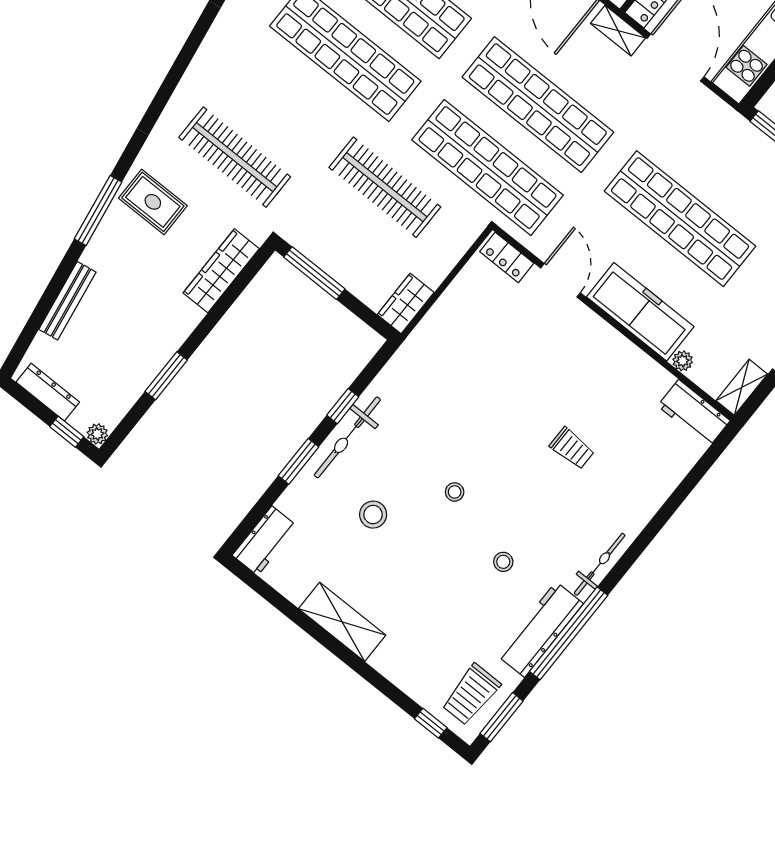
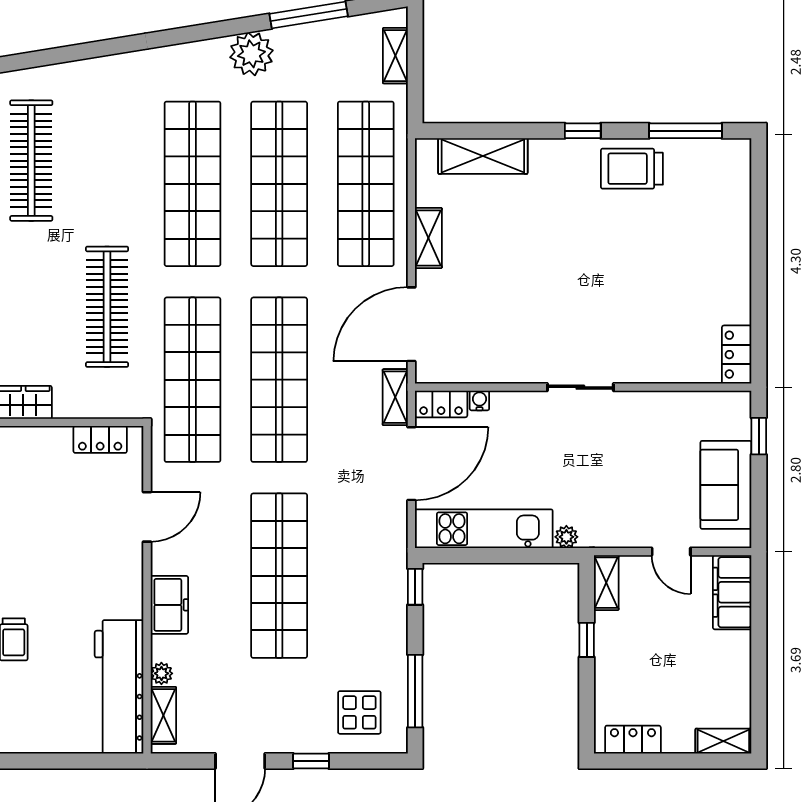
locker: (507, 257) -> (100, 439), moved, turned -90
freezer: (640, 312) -> (169, 605), width x0.52, depth x0.79
shelving: (742, 387) -> (163, 715), moved, turned 90
workbench: (694, 413) -> (119, 687), width x1.88, depth x1.32

